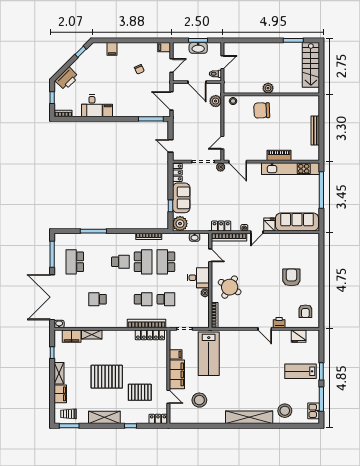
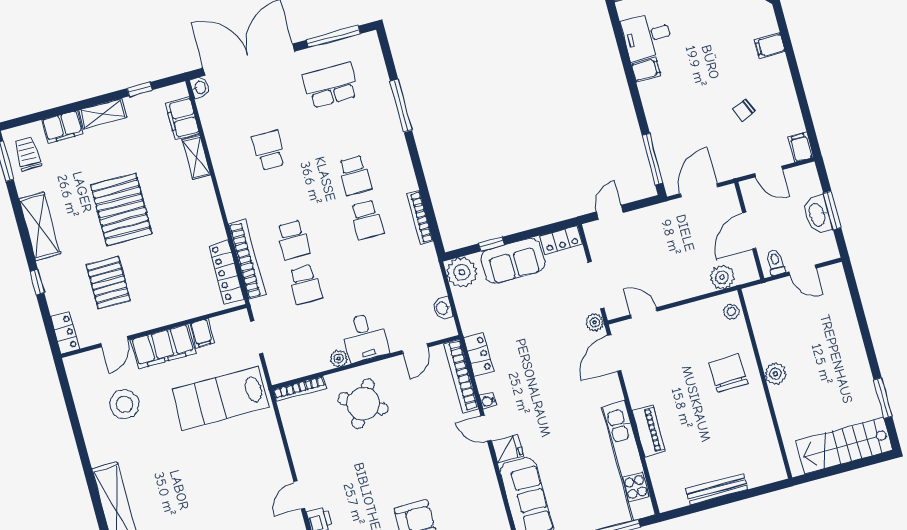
school desk: (143, 262) -> (367, 220), width x0.54
school desk: (166, 262) -> (379, 265), removed

